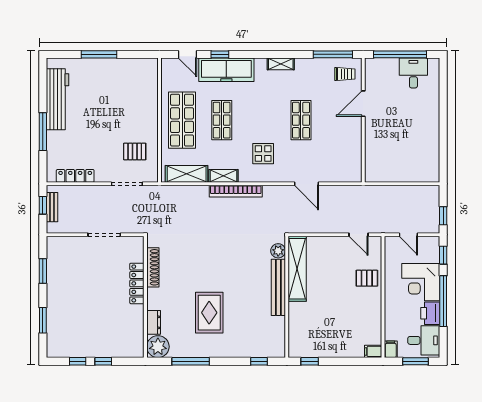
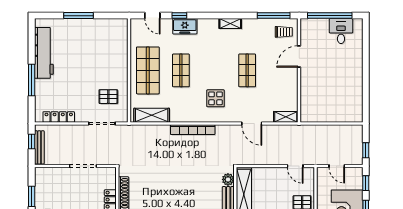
freezer: (226, 70) -> (185, 26), width x0.52, depth x0.79
shelving: (223, 176) -> (286, 117), moved
bench: (52, 207) -> (39, 147), width x1.36

